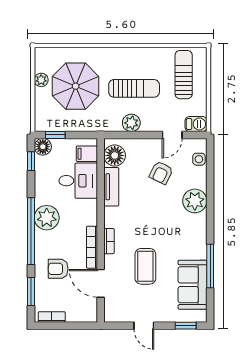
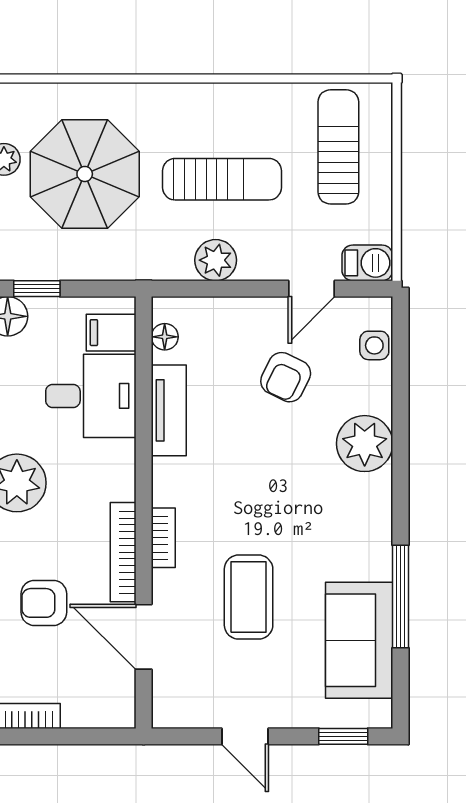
floor lamp: (115, 155) -> (165, 337), width x0.53, depth x0.53

